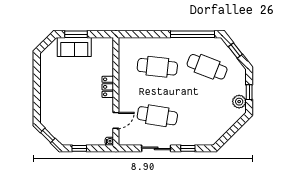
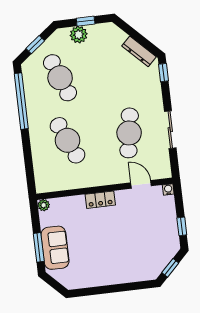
plant: (109, 42) -> (44, 205), added
cafe table: (157, 67) -> (68, 140), turned -30
cafe table: (207, 67) -> (60, 78), turned -42
plant: (239, 102) -> (79, 35), moved
dresser: (220, 131) -> (139, 51), added
window: (188, 148) -> (163, 73), moved

